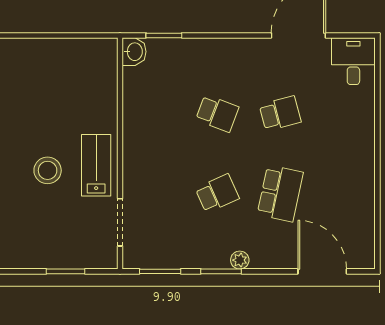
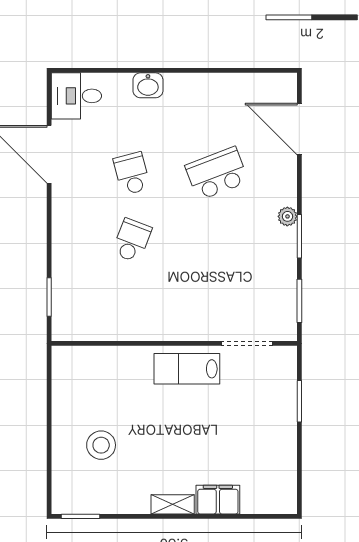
washbasin: (134, 52) -> (148, 85), moved, turned 180
stool: (48, 170) -> (101, 445), moved
school desk: (217, 193) -> (217, 240), removed
school desk: (280, 193) -> (217, 174), turned -33
door: (322, 271) -> (299, 129), hinge flipped

